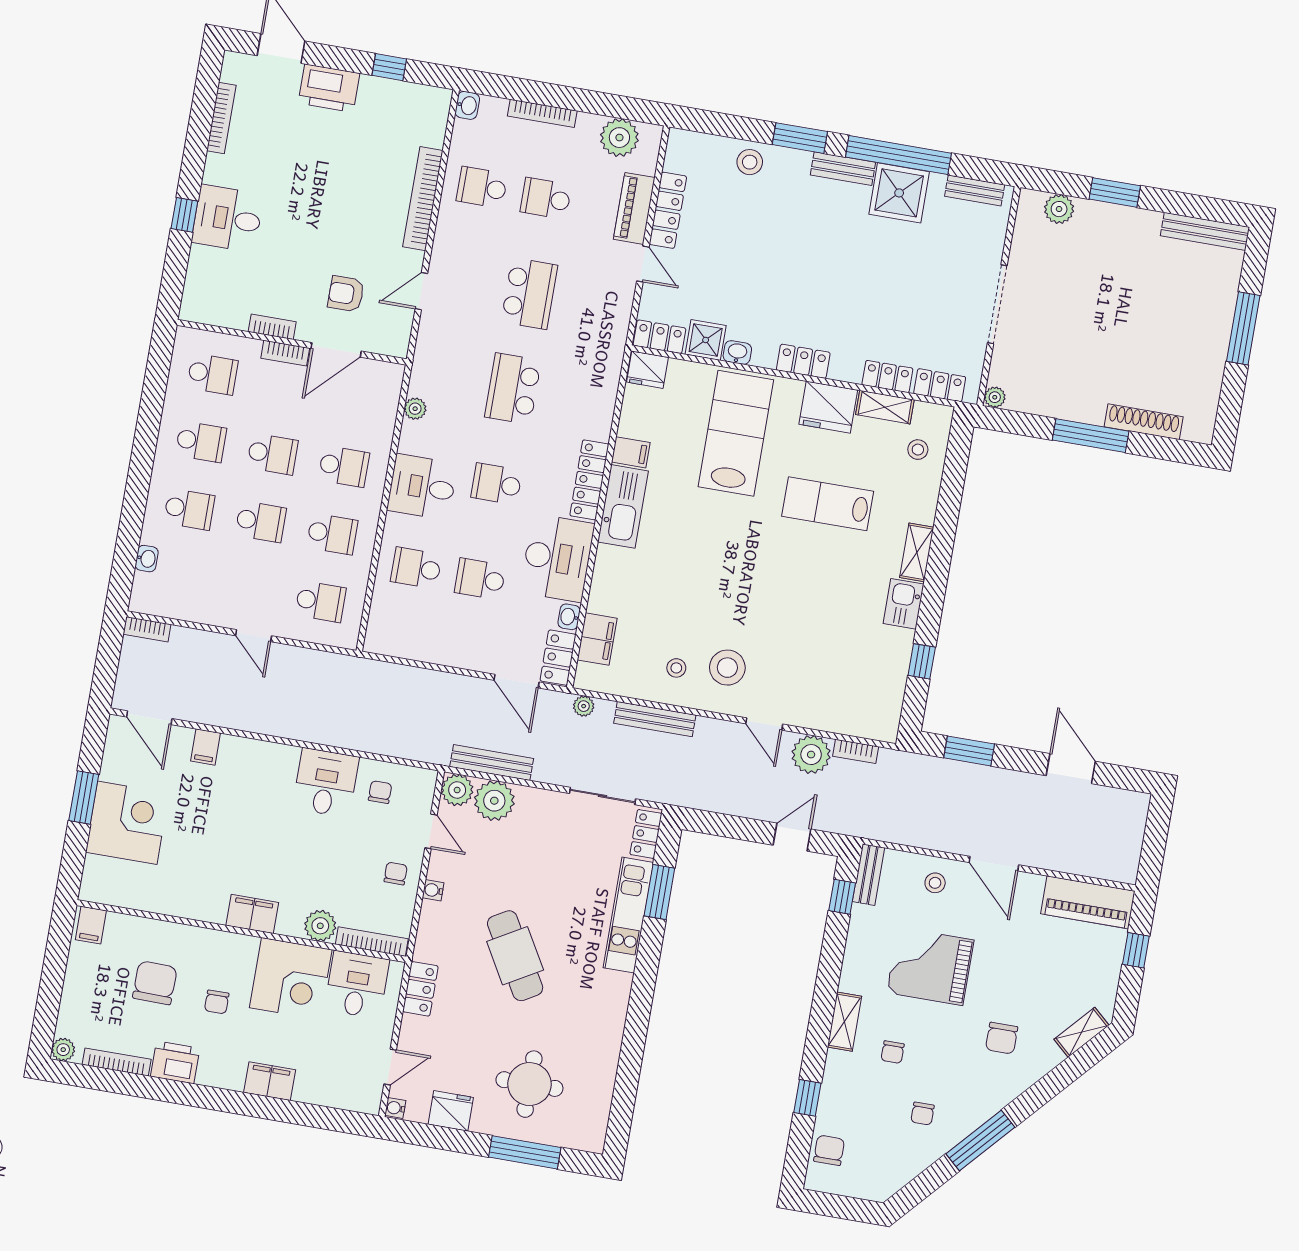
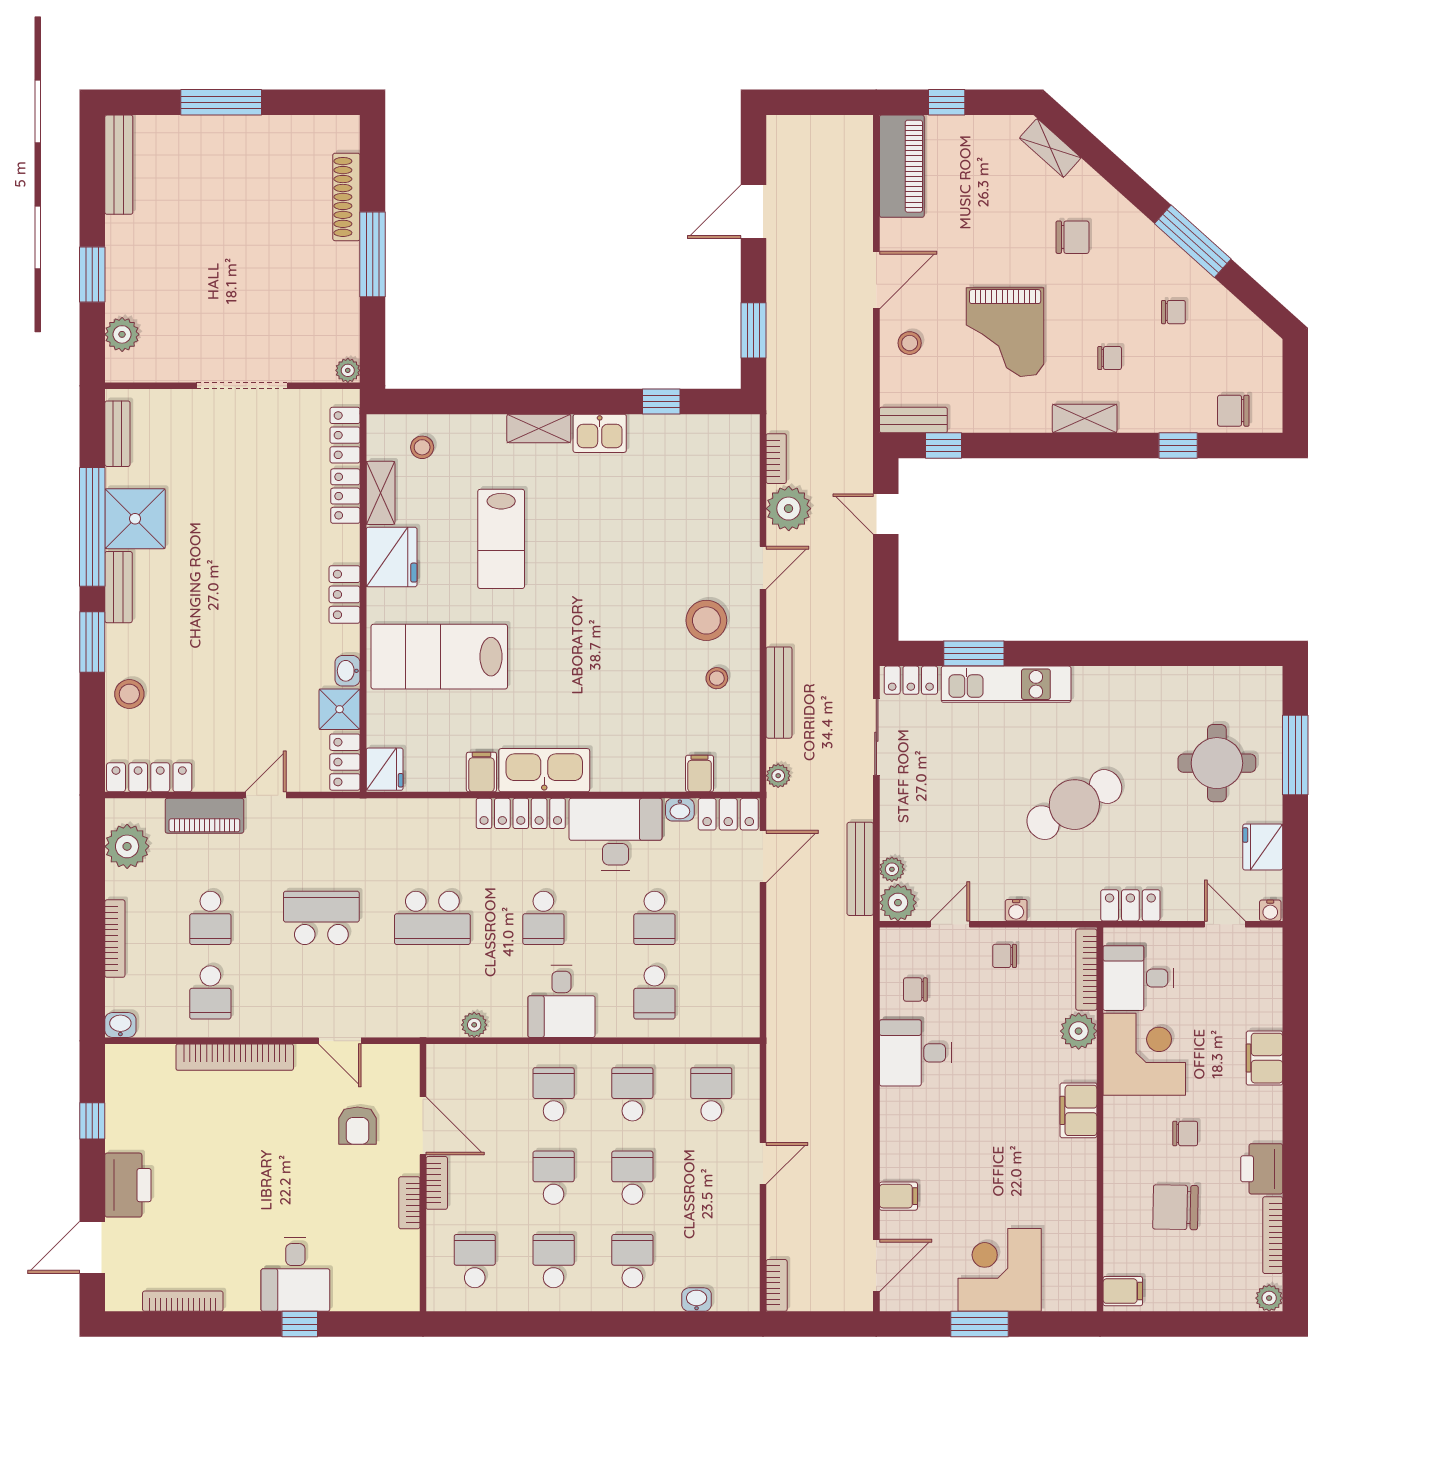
locker: (668, 210) -> (149, 777), moved
filing cabinet: (597, 639) -> (700, 773), width x0.50
plant: (494, 801) -> (892, 869), width x0.53, depth x0.53

